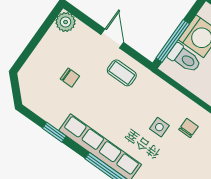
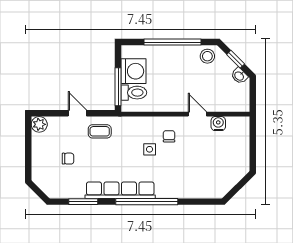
window: (54, 132) -> (83, 202), width x1.50

